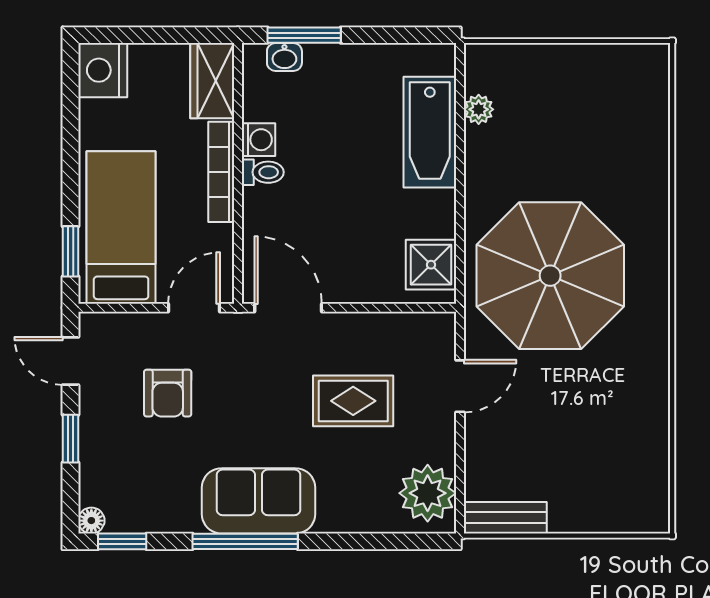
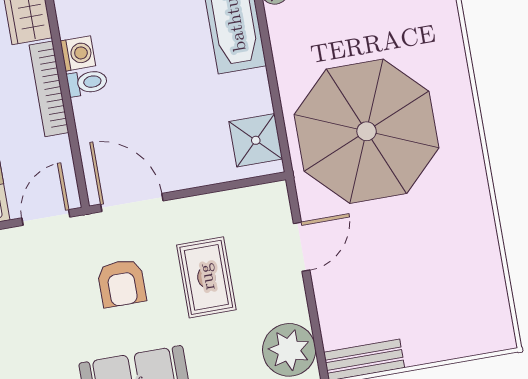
armchair: (168, 393) -> (122, 283), moved
rug: (353, 401) -> (206, 277), turned 90

